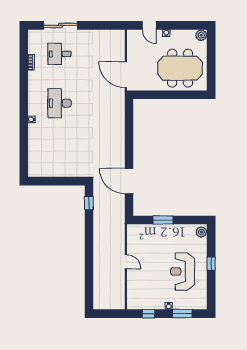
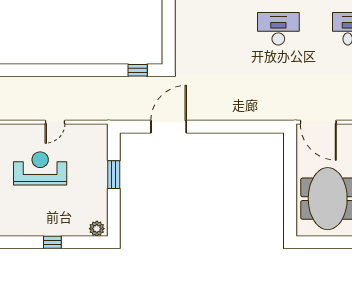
door: (126, 75) -> (318, 122), swing flipped
reception desk: (183, 272) -> (40, 168), moved

